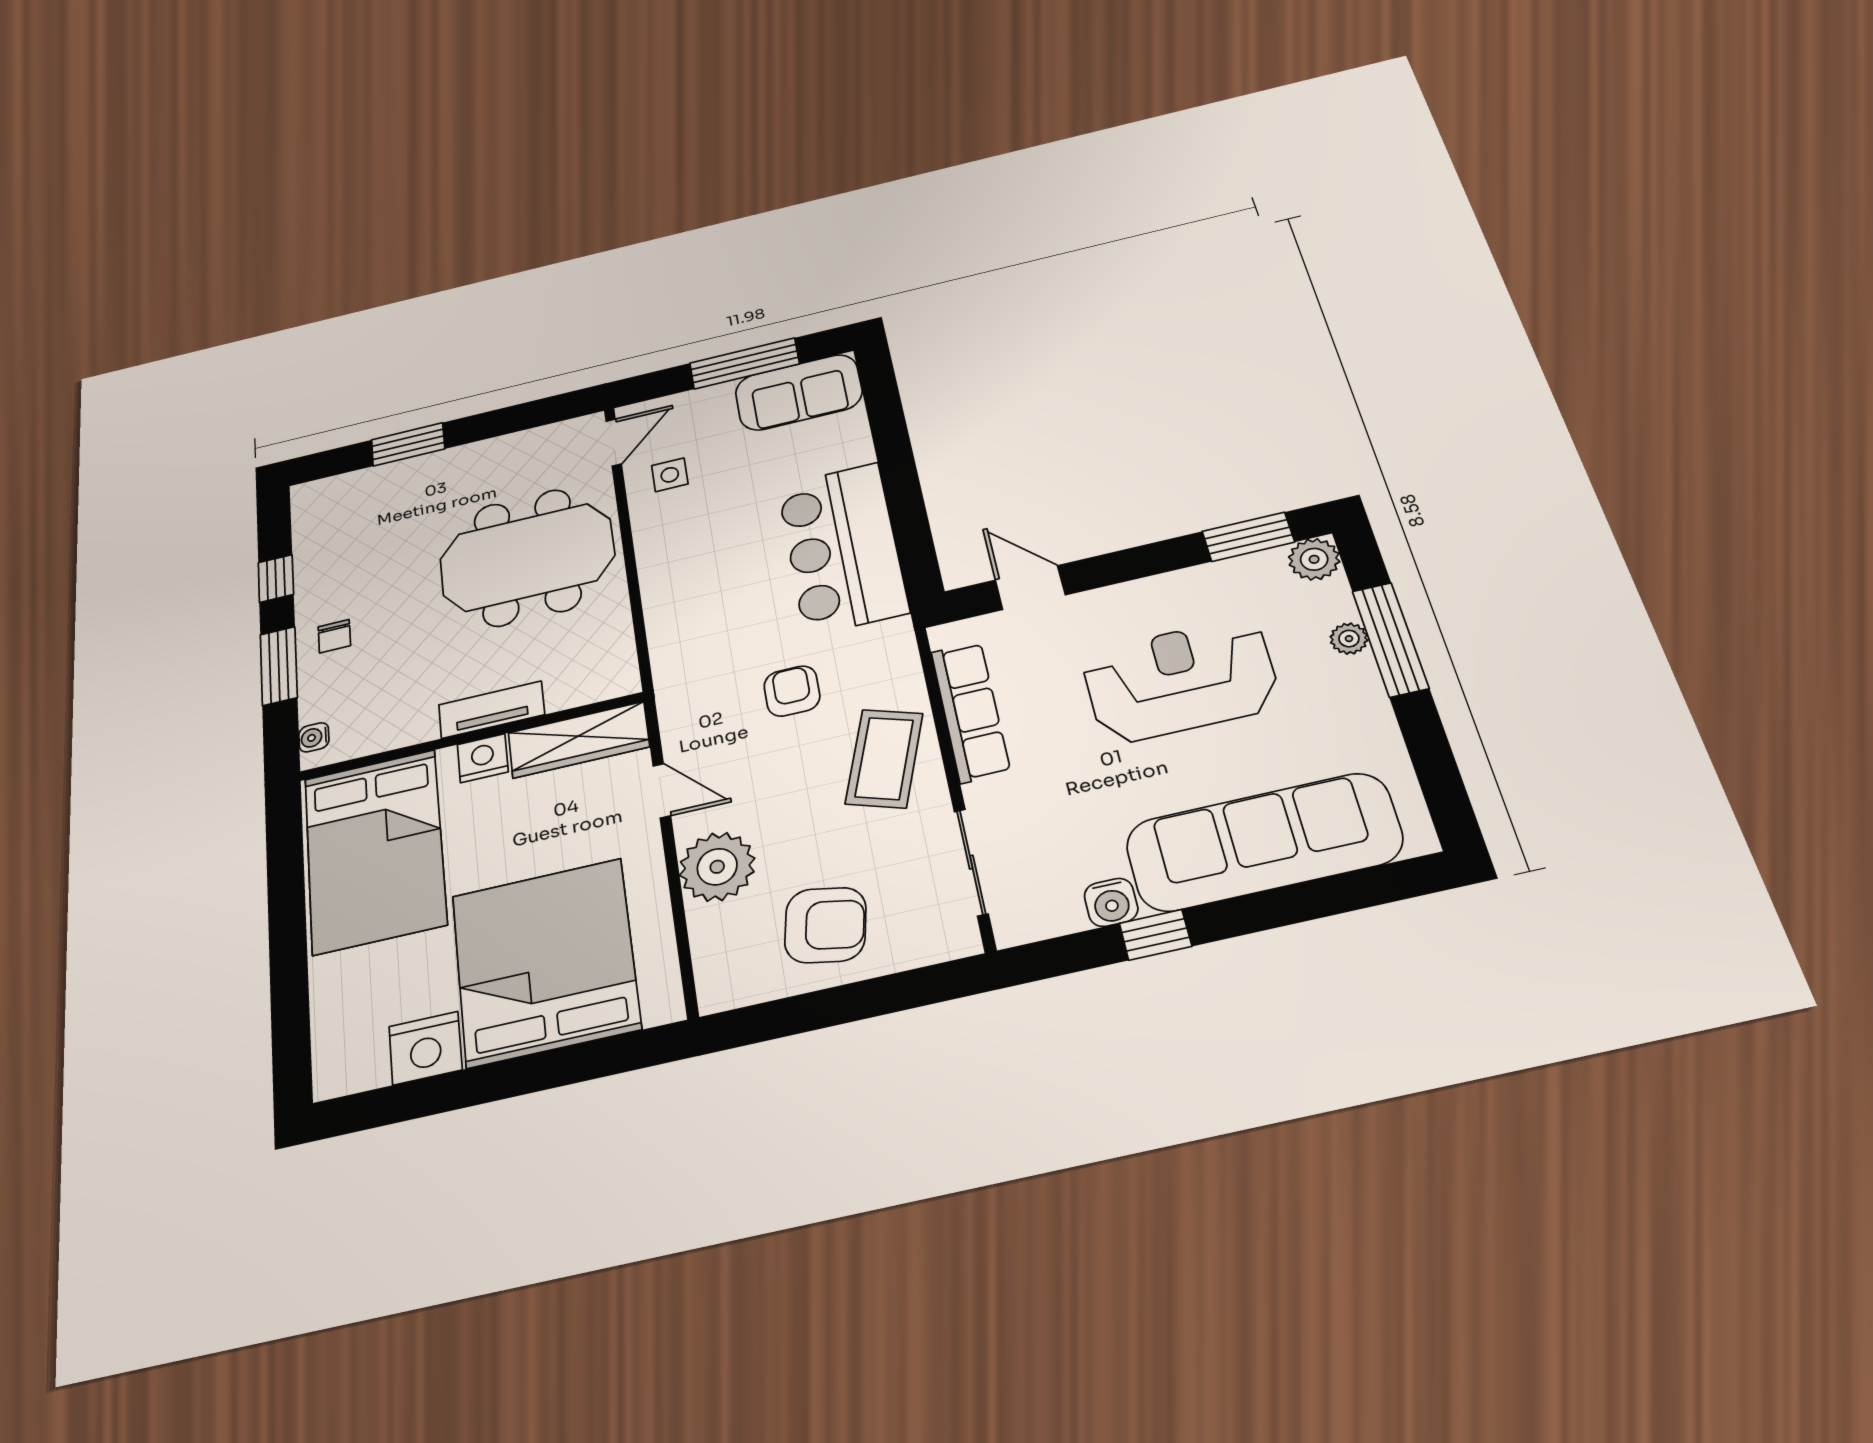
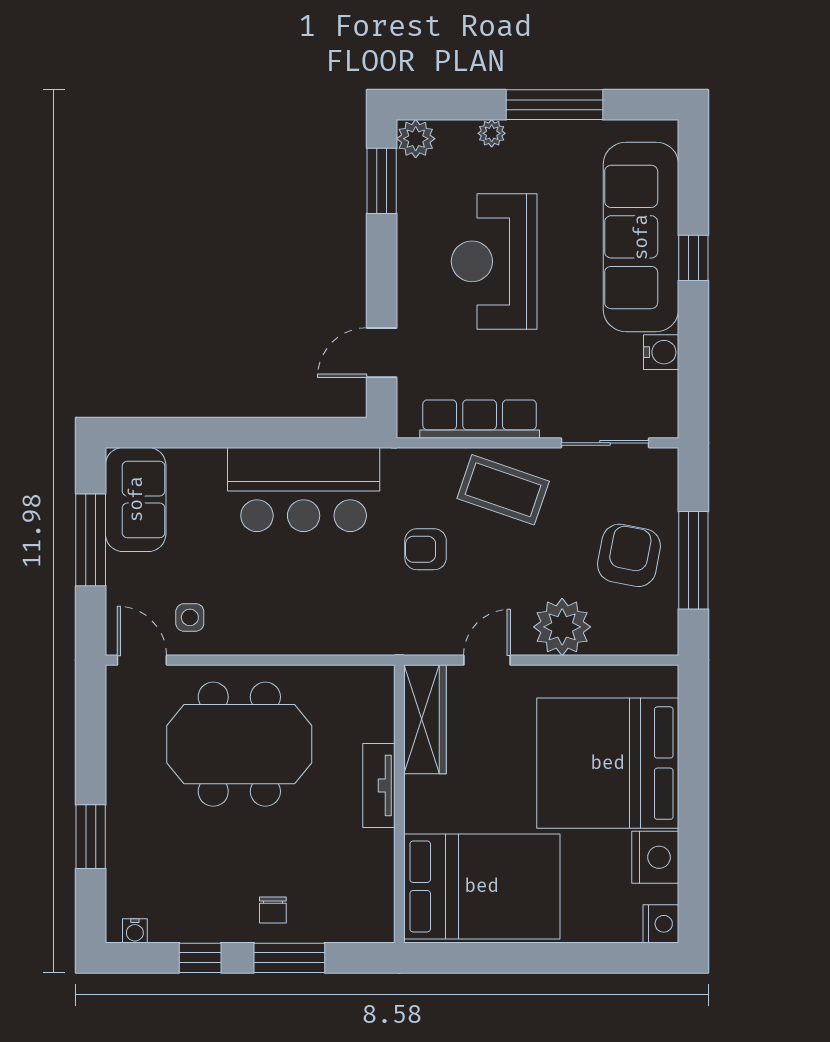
meeting table: (527, 557) -> (239, 744), turned 90
chair: (334, 636) -> (273, 910), turned 90
window: (1390, 639) -> (554, 105), moved
water cooler: (314, 737) -> (135, 931), moved
nightstand: (483, 758) -> (661, 924), moved, turned 180
window: (1155, 935) -> (693, 258), moved
window: (833, 1007) -> (693, 560), added

